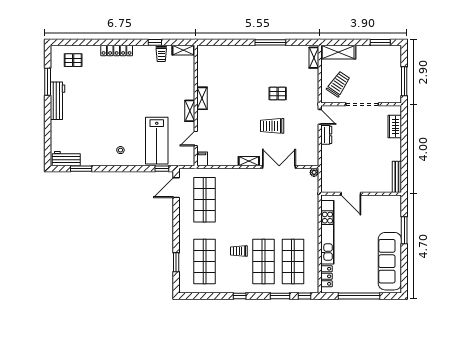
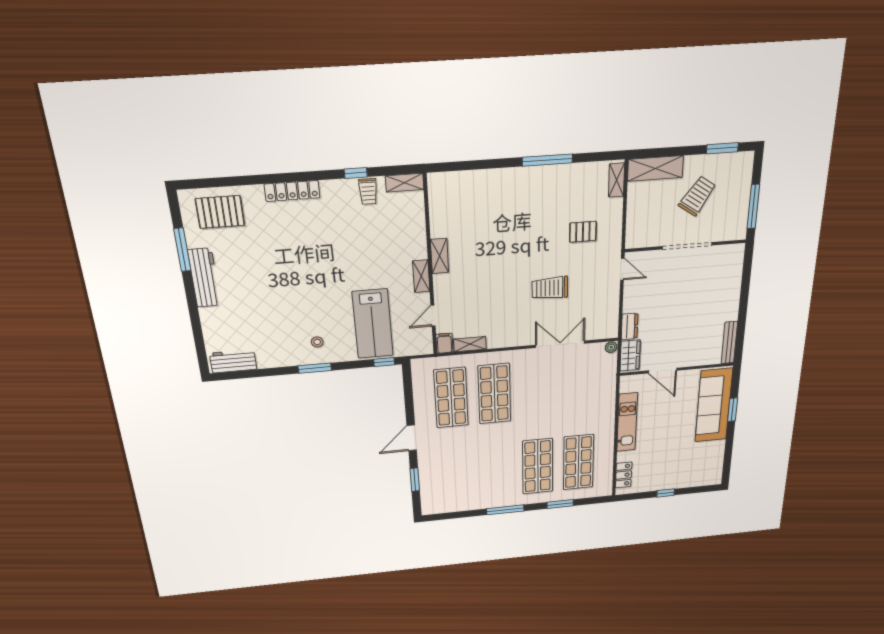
pallet: (73, 60) -> (220, 212), width x1.50, depth x1.42
trolley: (338, 84) -> (697, 196), moved
pallet: (278, 93) -> (583, 232), moved
wardrobe: (395, 127) -> (630, 356), moved, turned 180
dresser: (326, 135) -> (630, 326), moved
shelving: (249, 161) -> (470, 344), moved
window: (81, 169) -> (315, 368), moved
door: (176, 188) -> (412, 438), moved
window: (404, 230) -> (733, 410), width x0.69
kitchen unit: (327, 232) -> (627, 422), width x0.73
trolley: (239, 251) -> (503, 457), removed
sofa: (390, 261) -> (714, 405), moved
shop shelf: (205, 262) -> (494, 394), moved
window: (240, 296) -> (505, 510), width x2.17
window: (304, 296) -> (593, 501), removed
window: (359, 296) -> (666, 493), width x0.32

